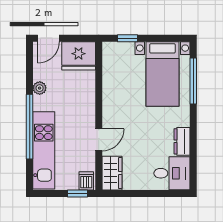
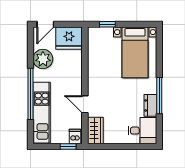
window: (193, 81) -> (159, 96), moved
plant: (40, 88) -> (43, 59), width x1.88, depth x1.88
door: (99, 140) -> (85, 104), swing flipped

